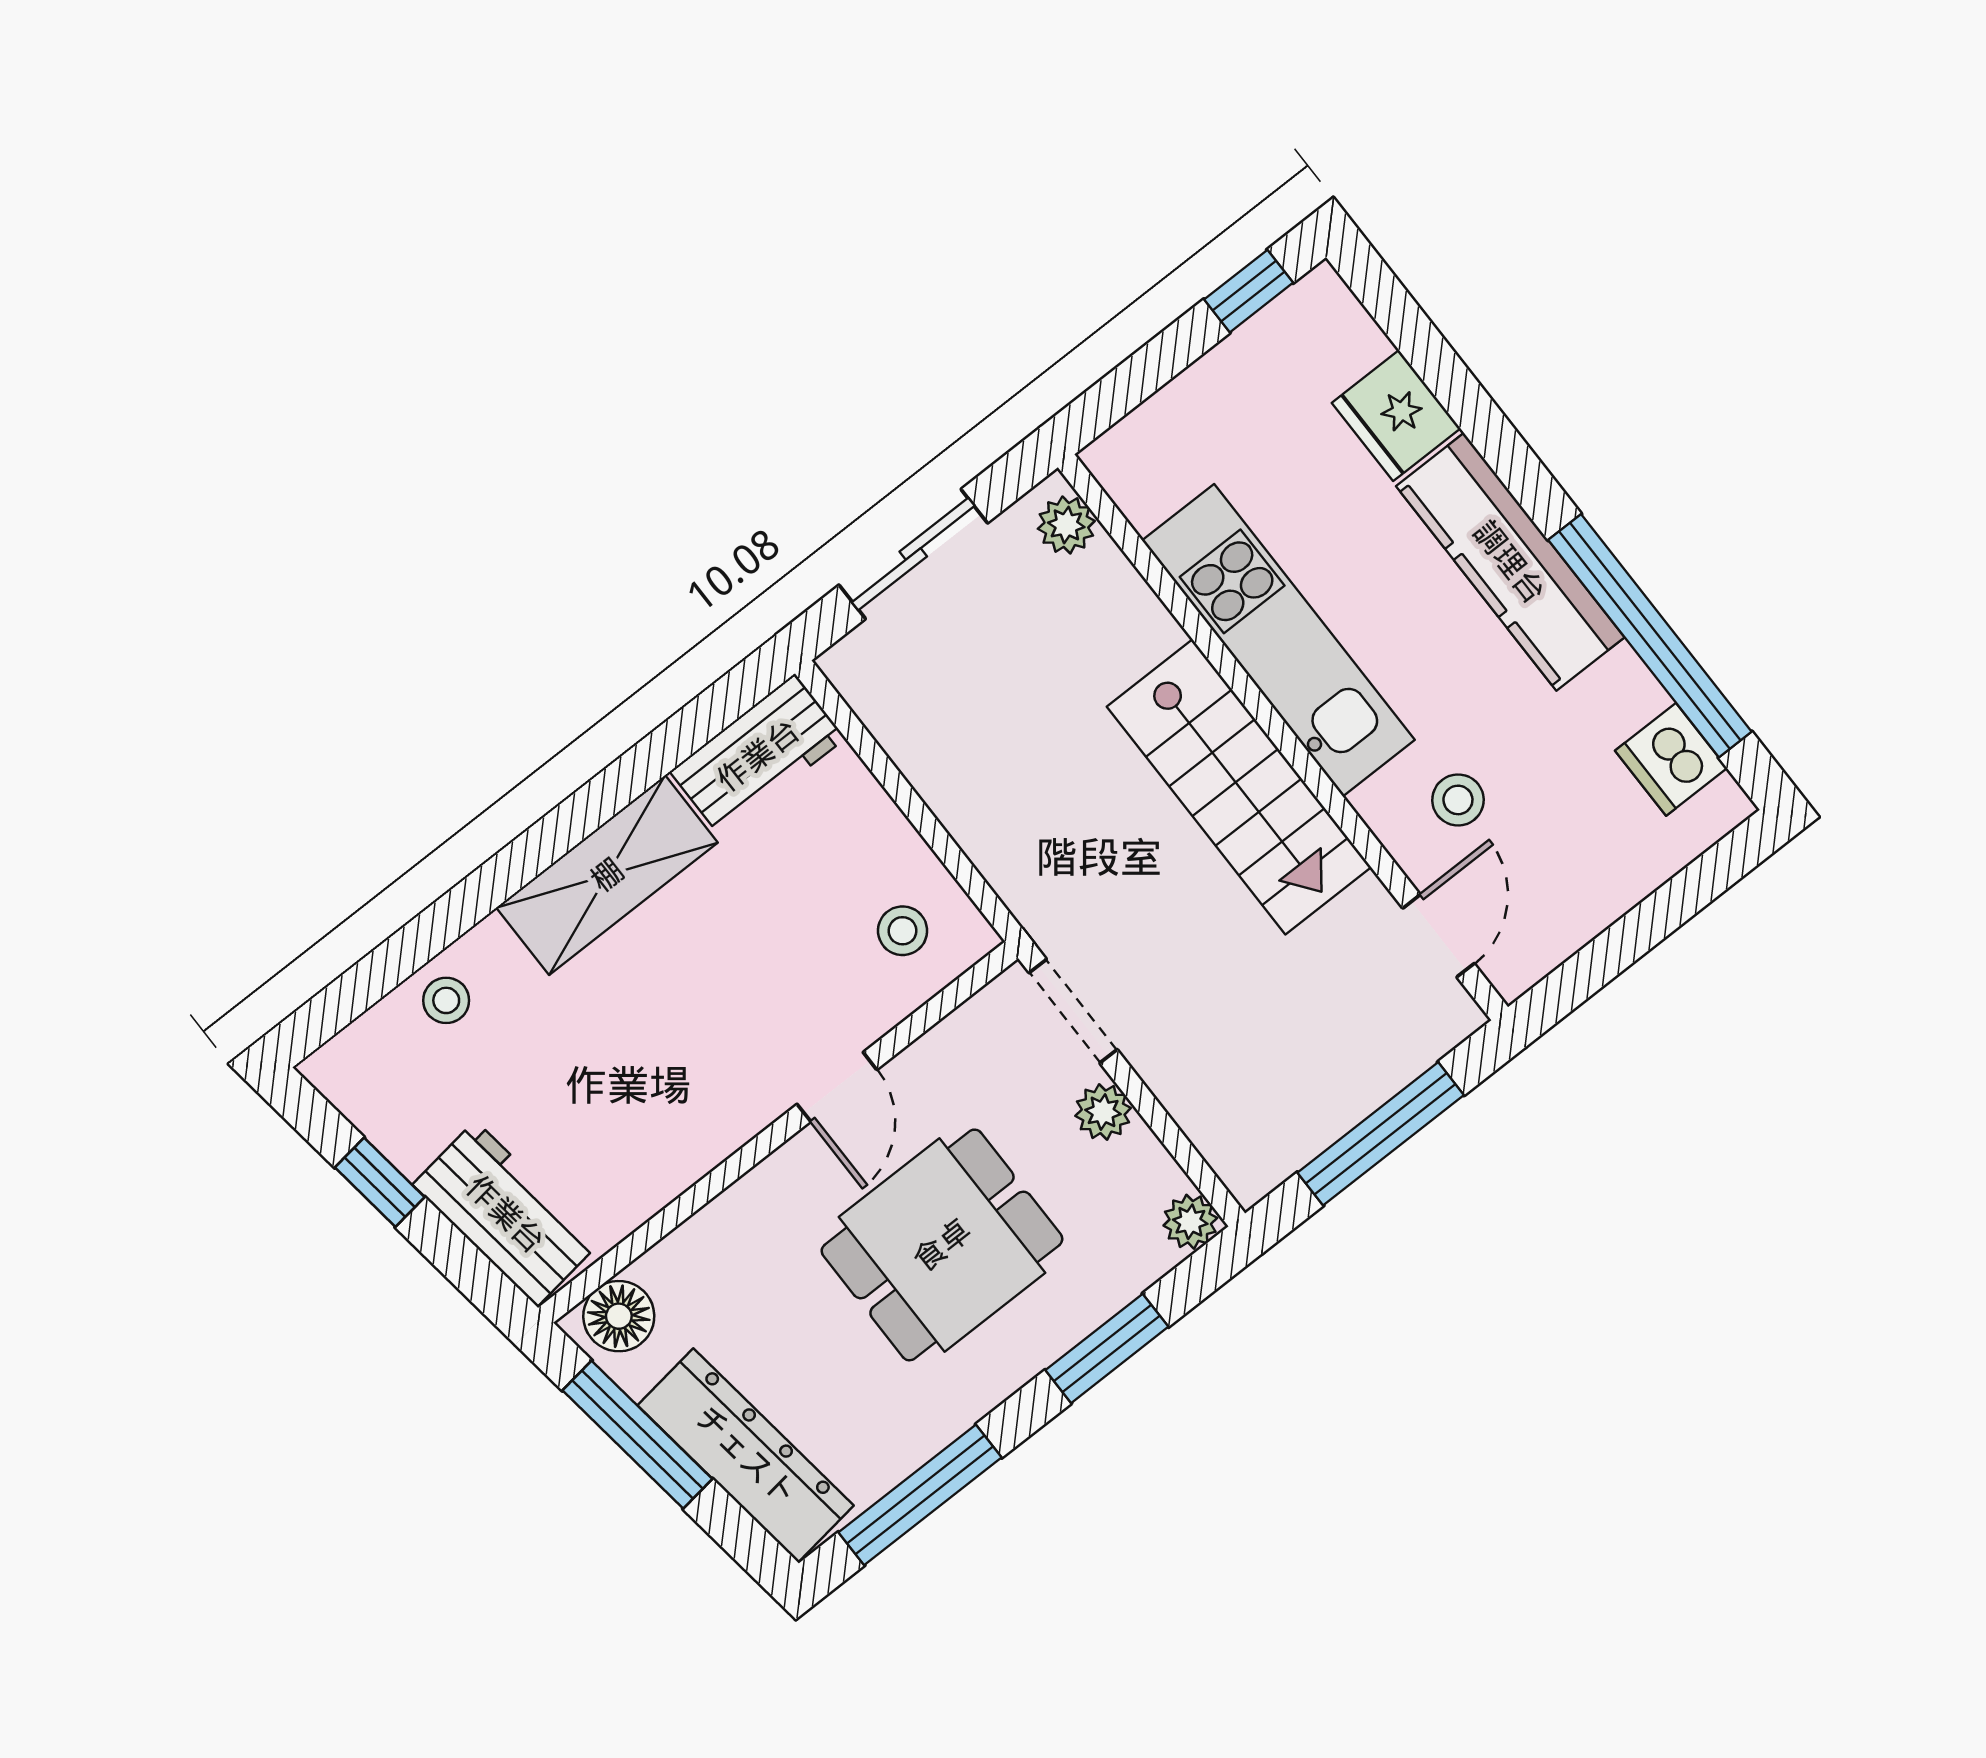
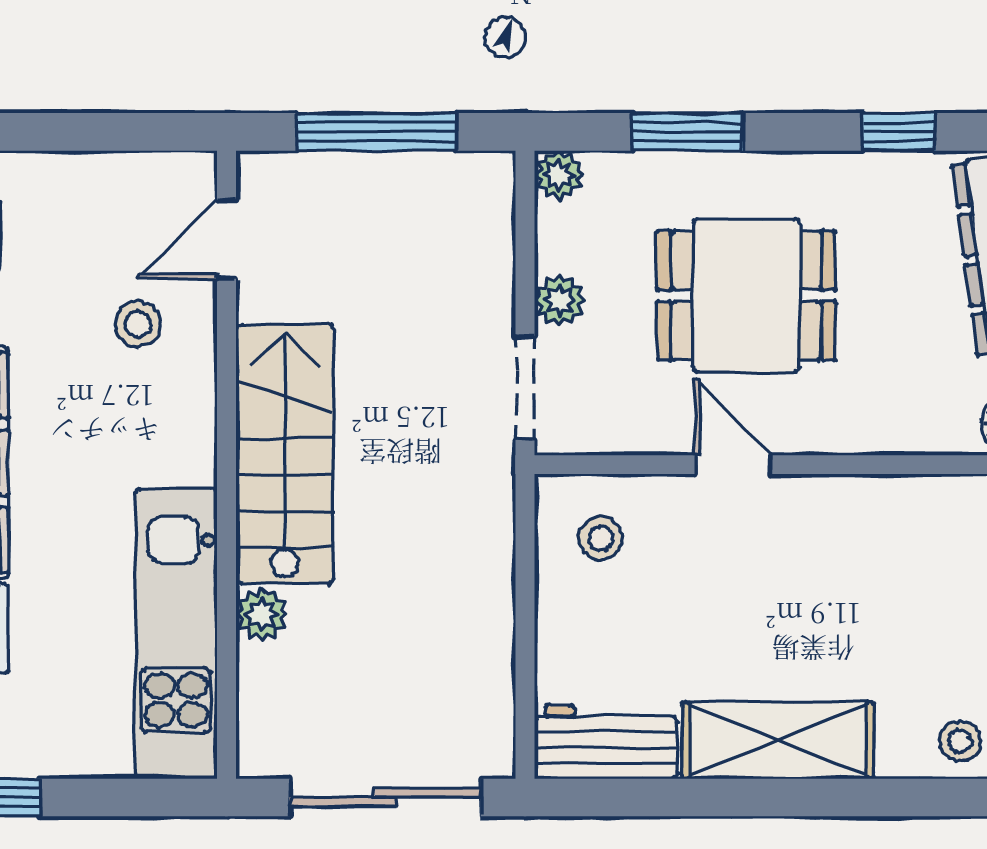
plant: (1066, 525) -> (262, 614), moved
sliding door: (913, 554) -> (385, 797), width x1.37
kitchen unit: (1278, 640) -> (176, 633), moved
door: (837, 1087) -> (733, 465), hinge flipped
window: (920, 1495) -> (899, 132), width x0.46

